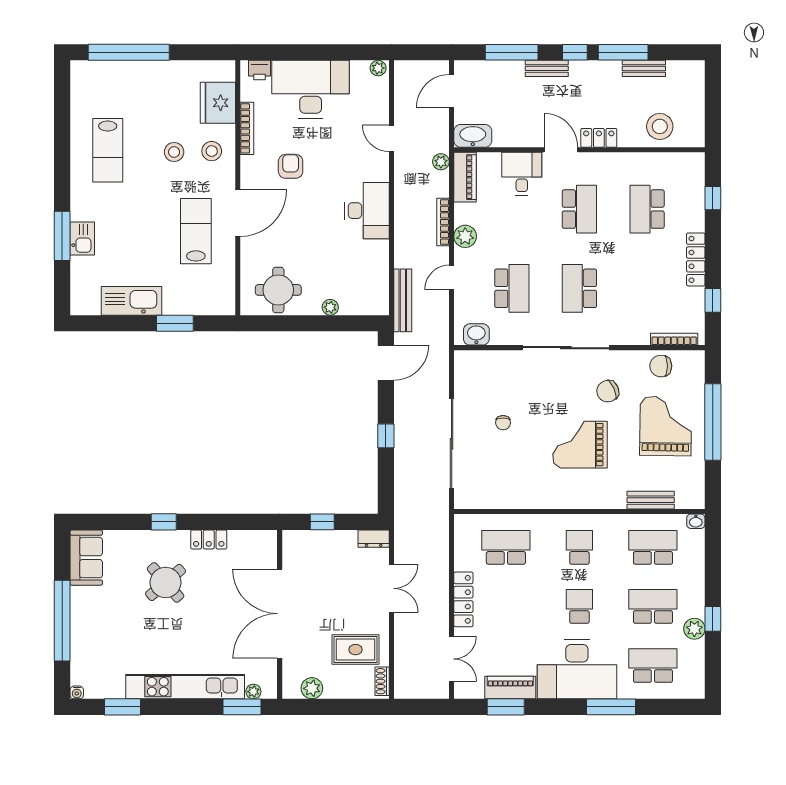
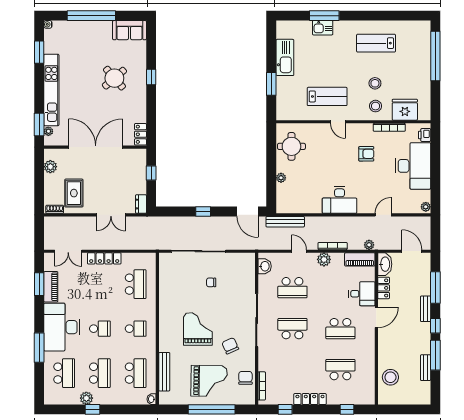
locker: (599, 138) -> (384, 288), moved
door: (238, 213) -> (338, 122), width x0.53
bench: (651, 500) -> (164, 372), width x1.36
locker: (209, 539) -> (140, 134), moved

